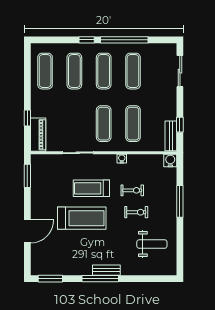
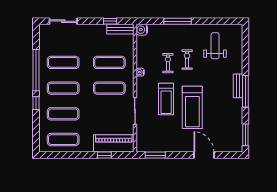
piano: (38, 135) -> (114, 143), width x1.37, depth x1.33
treadmill: (82, 218) -> (192, 107), turned 180

